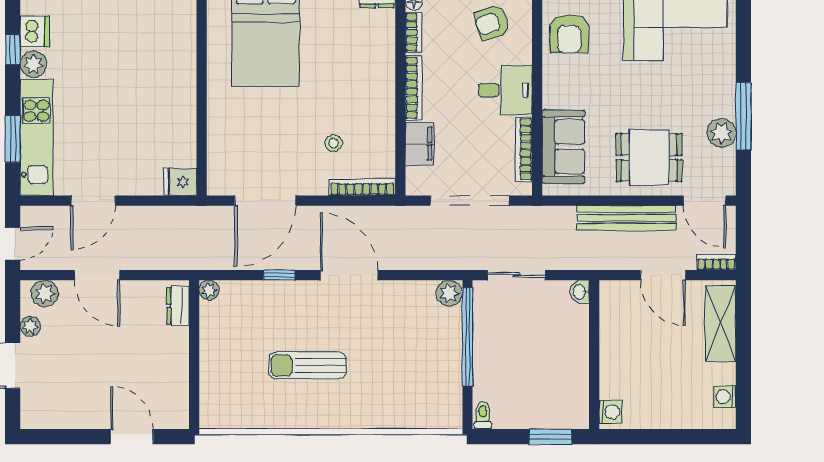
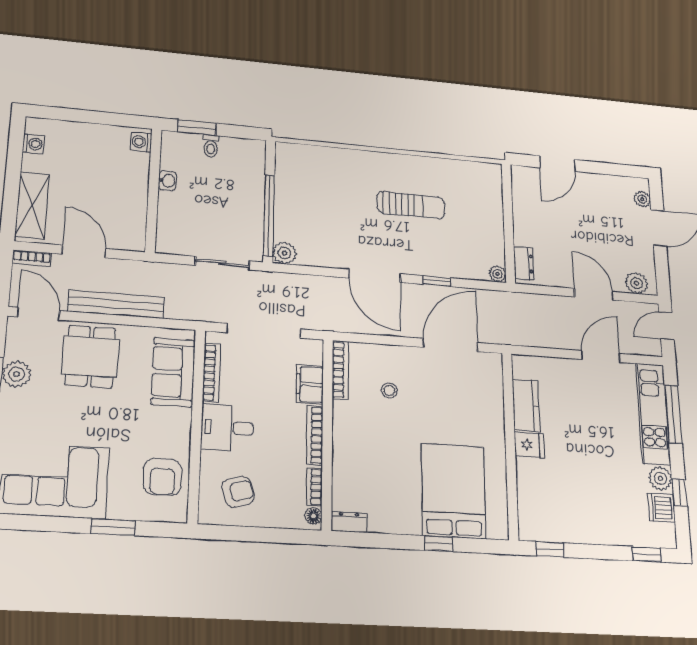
armchair: (569, 34) -> (162, 477), turned 180
kitchen counter: (182, 137) -> (526, 405), added
window: (13, 139) -> (673, 414), width x1.44
dining table: (649, 157) -> (90, 357), turned 90
fridge: (180, 182) -> (529, 445), moved
bookcase: (362, 187) -> (340, 370), moved, turned -90
washbasin: (580, 292) -> (167, 181), moved
plant: (30, 326) -> (642, 199), moved
toilet: (483, 415) -> (211, 146), moved
door: (132, 437) -> (557, 164), hinge flipped

